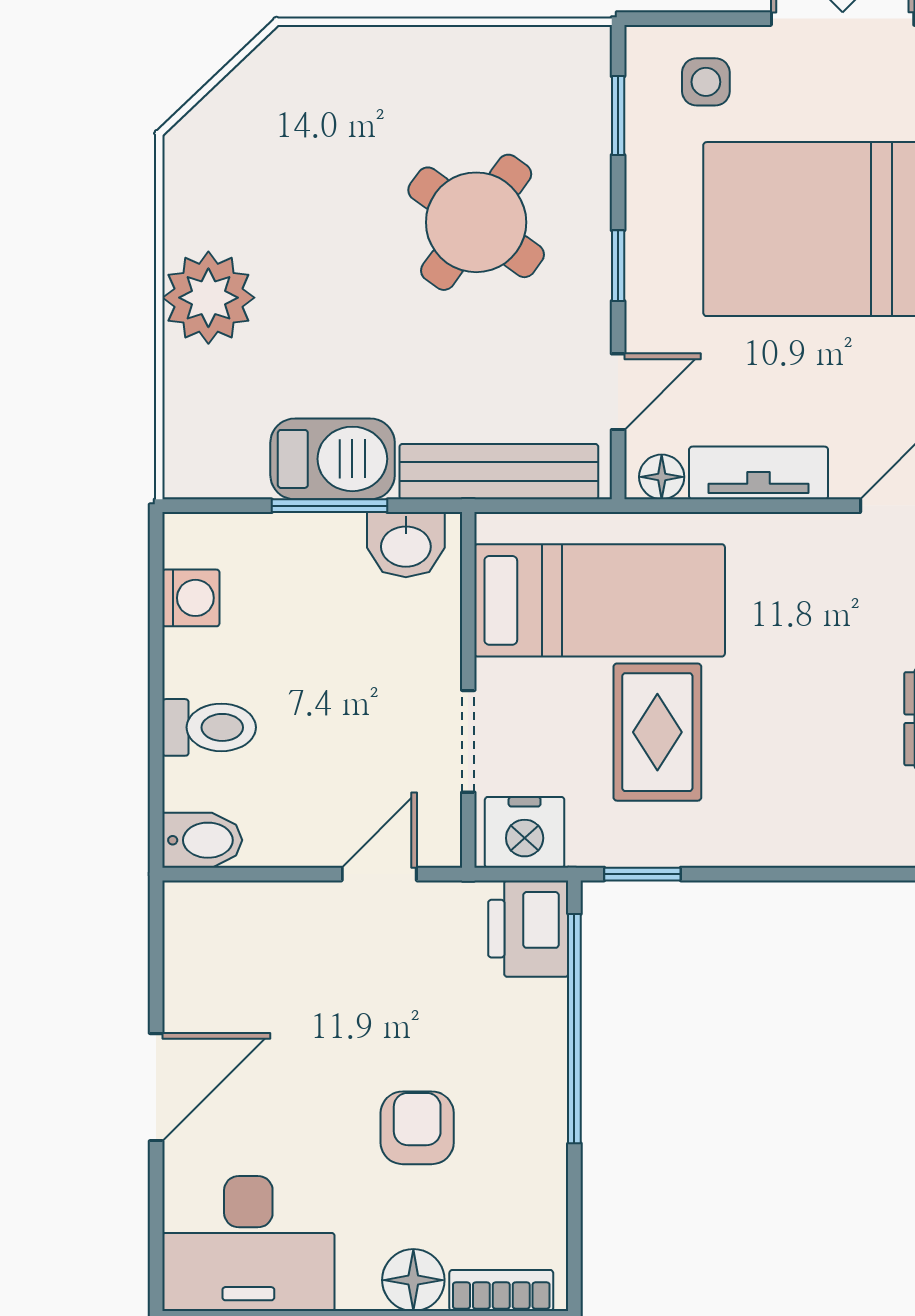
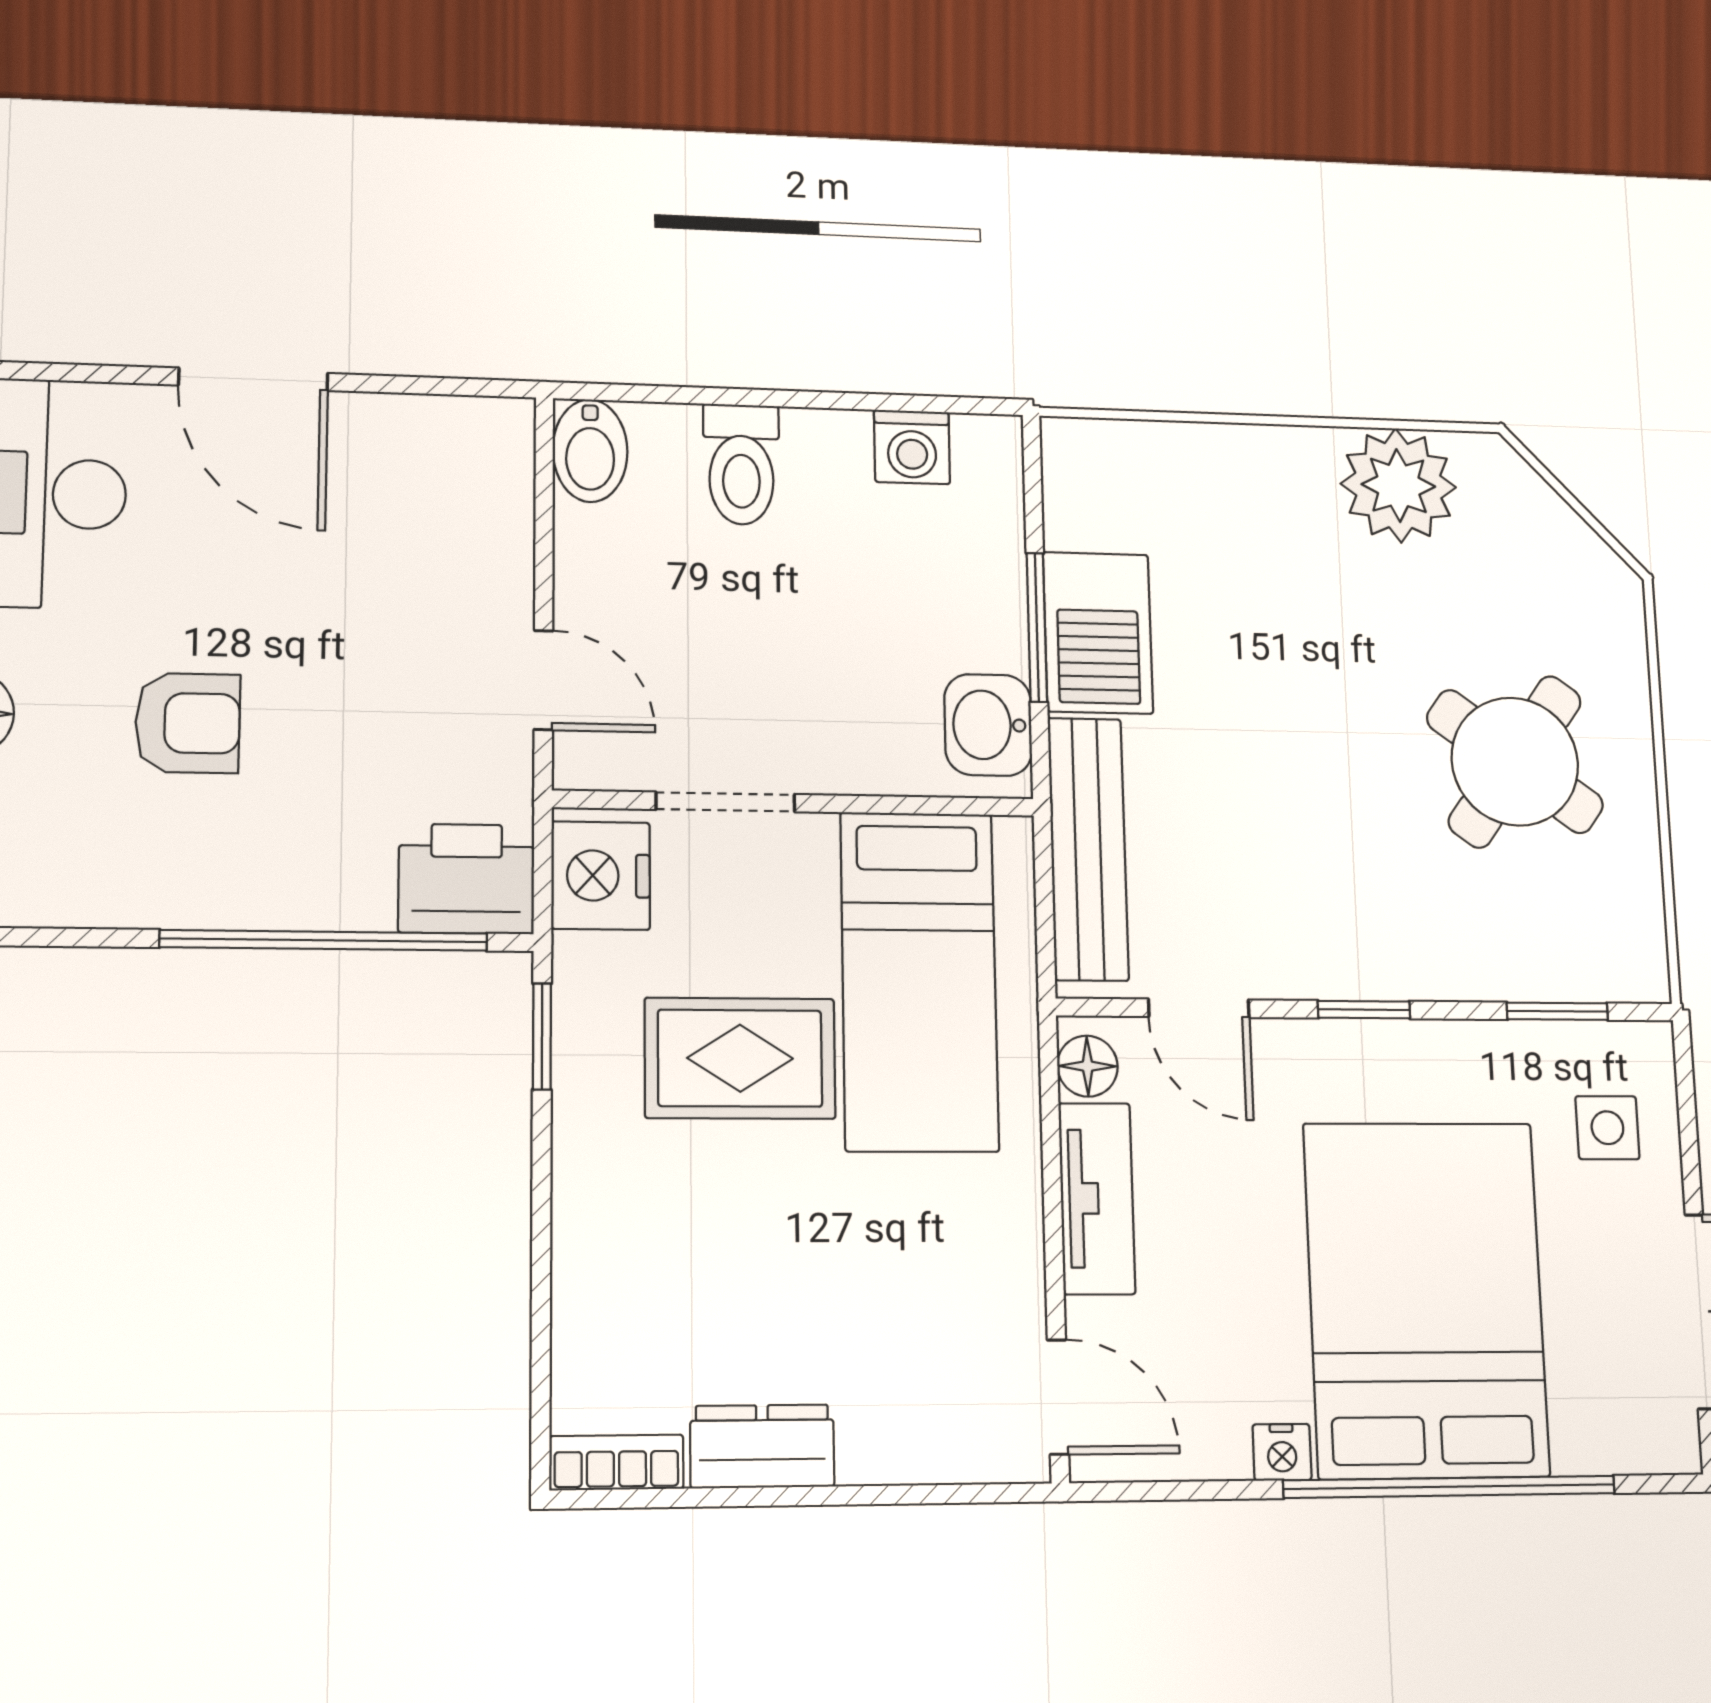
round table: (476, 222) -> (1515, 762), moved
plant: (208, 298) -> (1398, 485), moved

